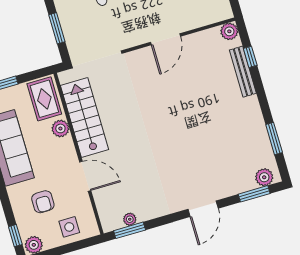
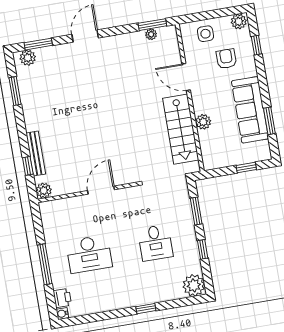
rug: (44, 99) -> (214, 150), removed
window: (15, 236) -> (256, 45), moved

